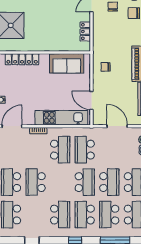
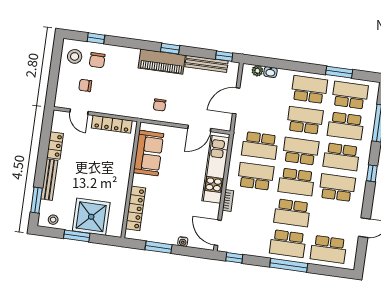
locker: (85, 31) -> (112, 124), width x1.53
school desk: (60, 182) -> (296, 182), added

